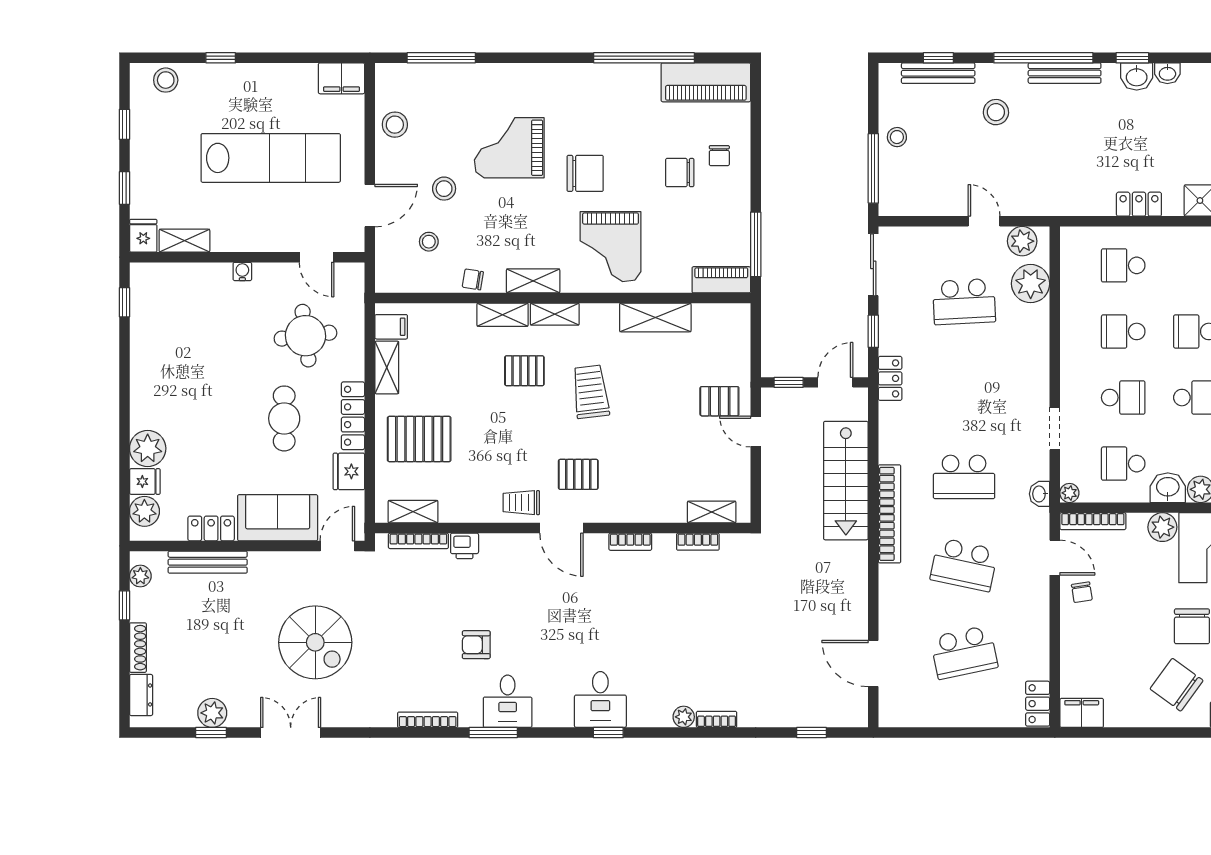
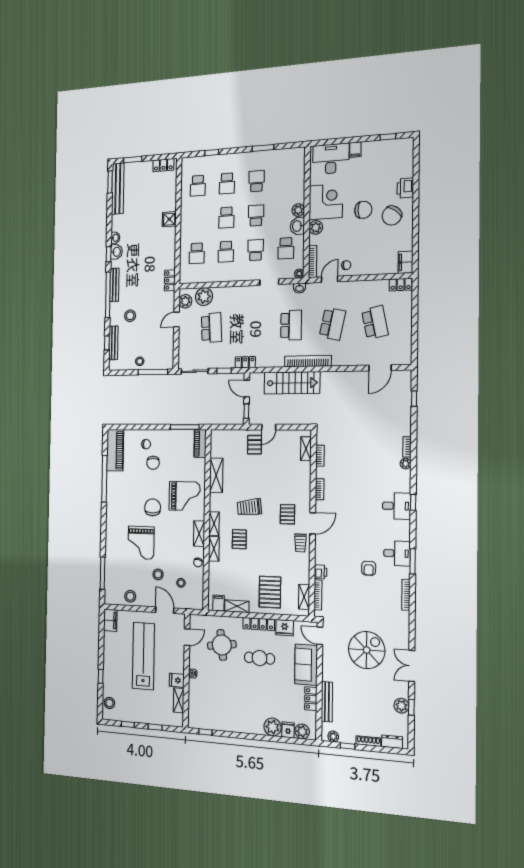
locker: (1139, 204) -> (170, 280), moved
fridge: (143, 236) -> (177, 680), moved

